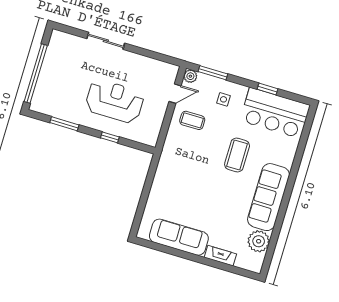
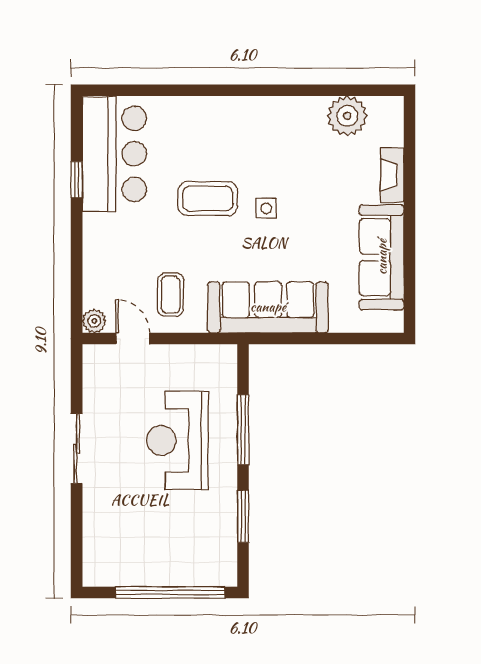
sliding door: (106, 41) -> (77, 449), moved
window: (213, 73) -> (77, 284), removed
side table: (224, 99) -> (266, 208), moved
window: (110, 137) -> (243, 430), width x2.17
sofa: (269, 197) -> (268, 307), moved, turned 180

